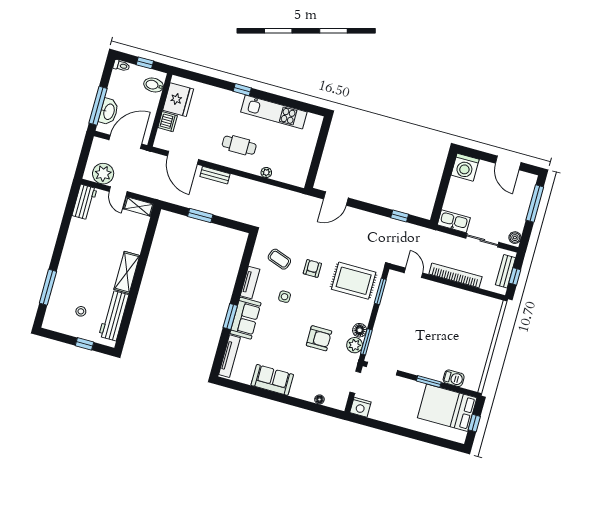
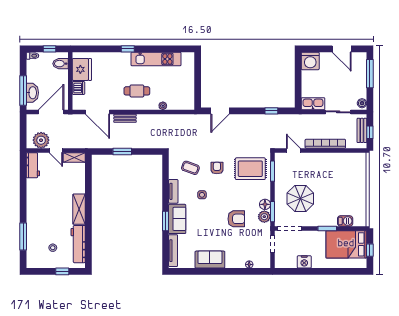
parasol: (406, 335) -> (300, 198), added
nightstand: (360, 407) -> (304, 262), moved

